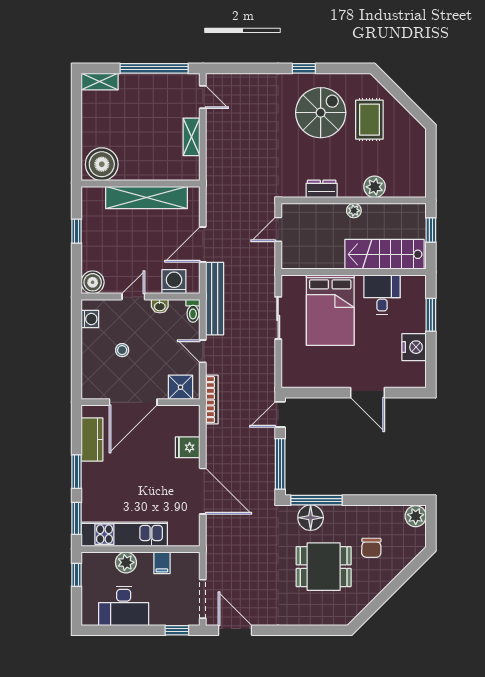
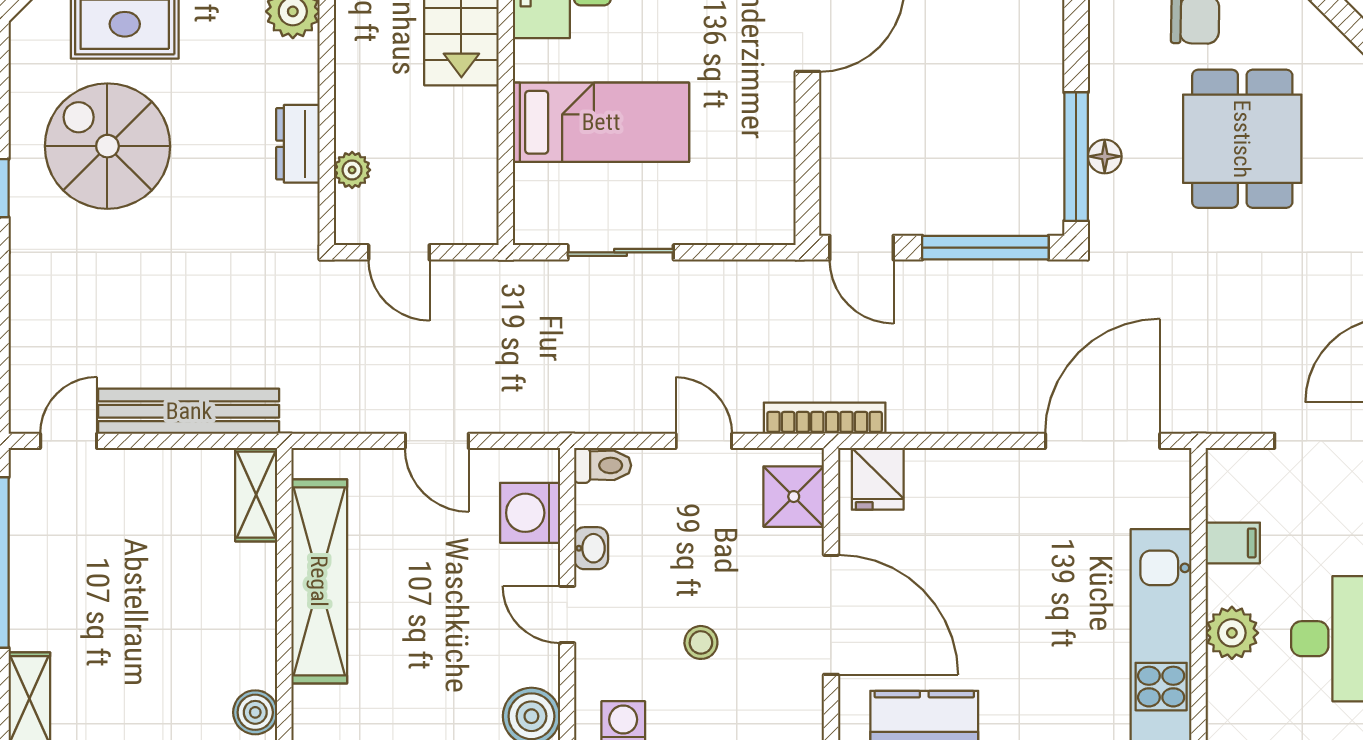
shelving: (192, 137) -> (256, 495), moved, turned 90
boiler: (102, 164) -> (255, 712), width x0.54, depth x0.54
plant: (354, 211) -> (352, 170), moved
door: (203, 244) -> (437, 441), width x0.73
bench: (215, 299) -> (189, 411), moved
bed: (330, 310) -> (601, 122), width x0.67
door: (203, 351) -> (704, 441), swing flipped
fridge: (188, 447) -> (878, 479), moved
door: (203, 491) -> (1103, 441), moved
floor lamp: (311, 518) -> (1105, 156), width x0.53, depth x0.53

